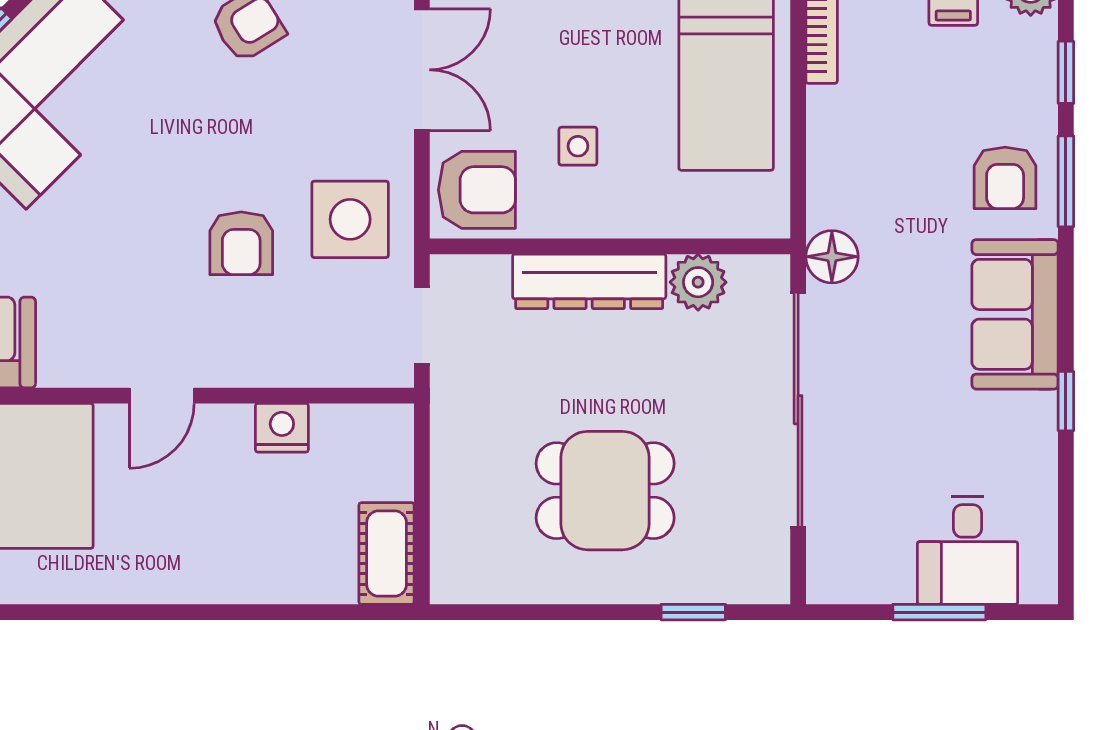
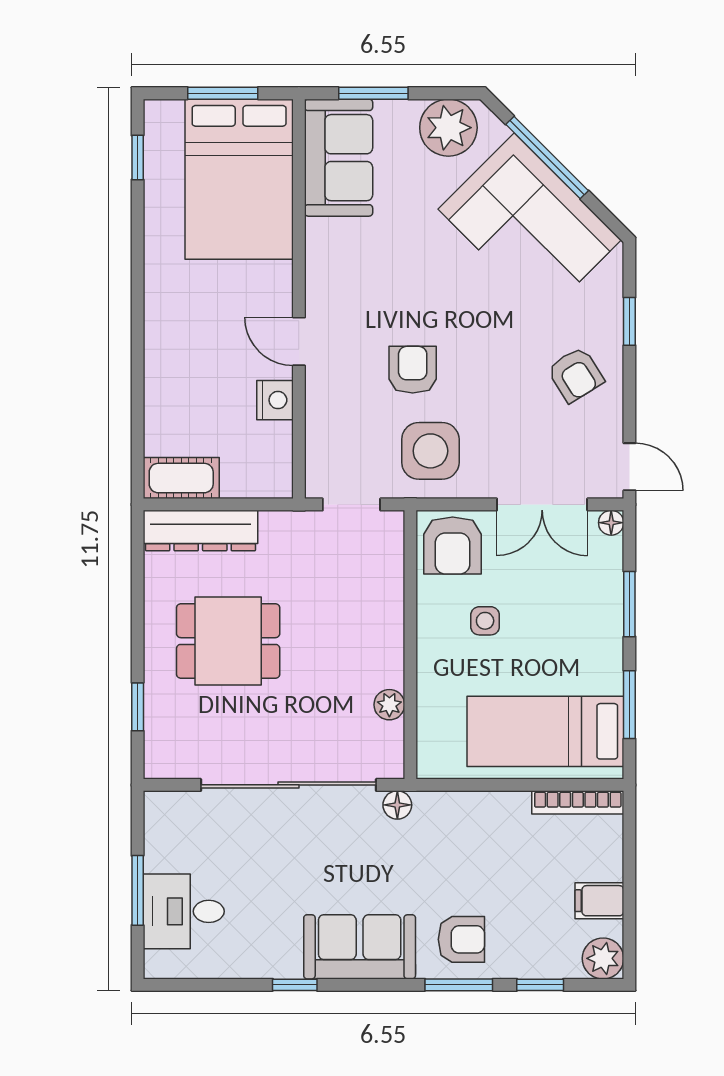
armchair: (1005, 178) -> (461, 939), turned 180
armchair: (241, 243) -> (413, 370), turned 90
floor lamp: (832, 257) -> (397, 805), width x0.73, depth x0.73
dresser: (589, 281) -> (200, 531), moved, turned -90
plant: (698, 282) -> (389, 705), width x0.73, depth x0.73
door: (162, 396) -> (299, 341), moved
dining table: (605, 491) -> (228, 641), turned 90

